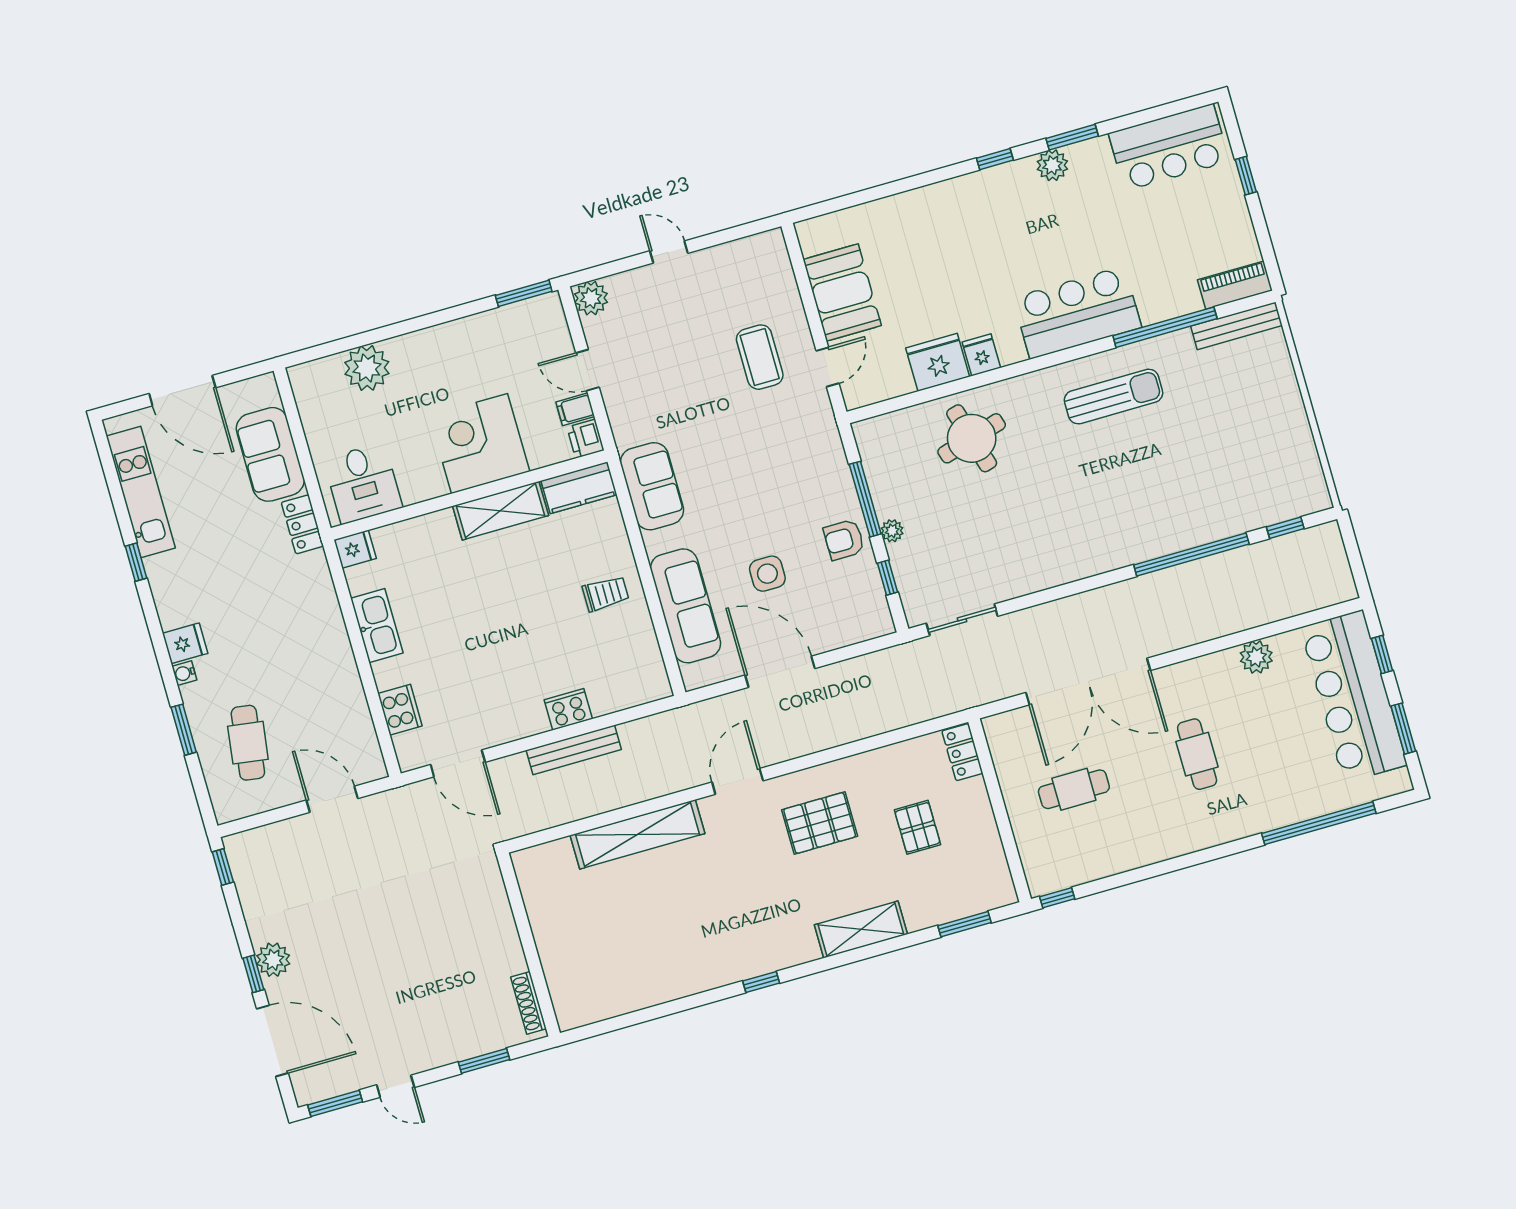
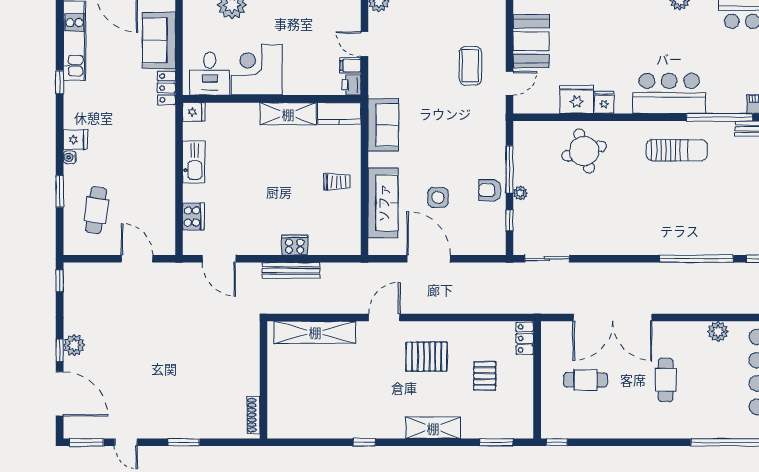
corner desk: (480, 444) -> (257, 70), moved
wall: (529, 945) -> (263, 380), moved
shoe rack: (529, 1003) -> (253, 415), moved

